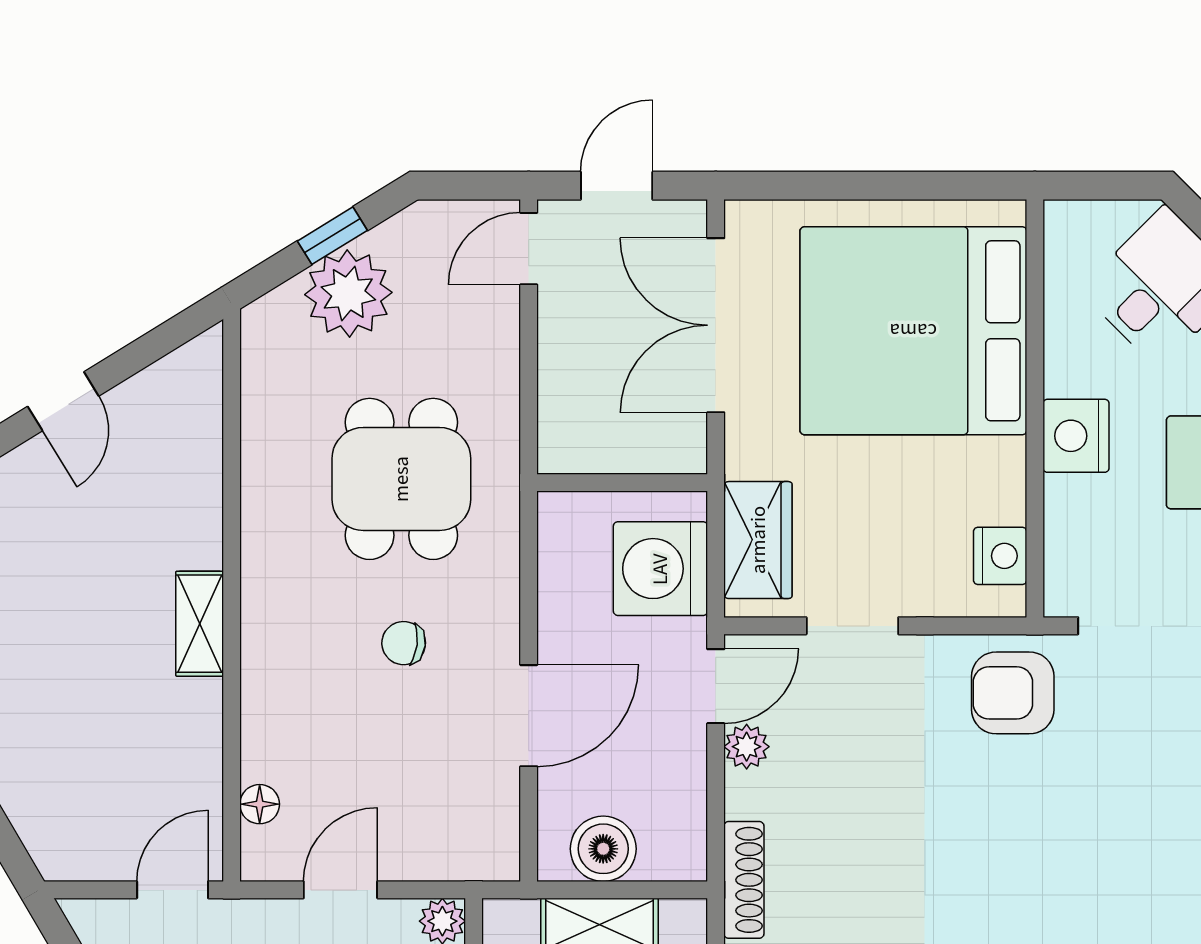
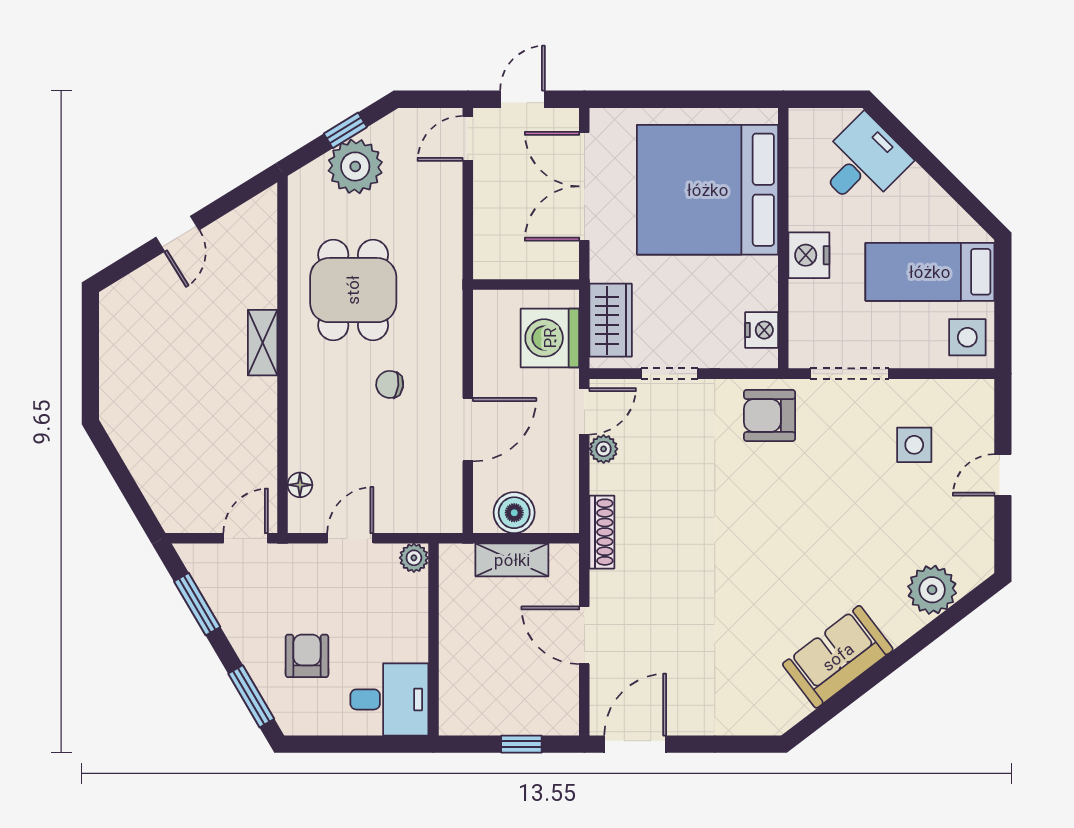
dining table: (401, 479) -> (353, 290), moved
shelving: (200, 624) -> (263, 343), moved

